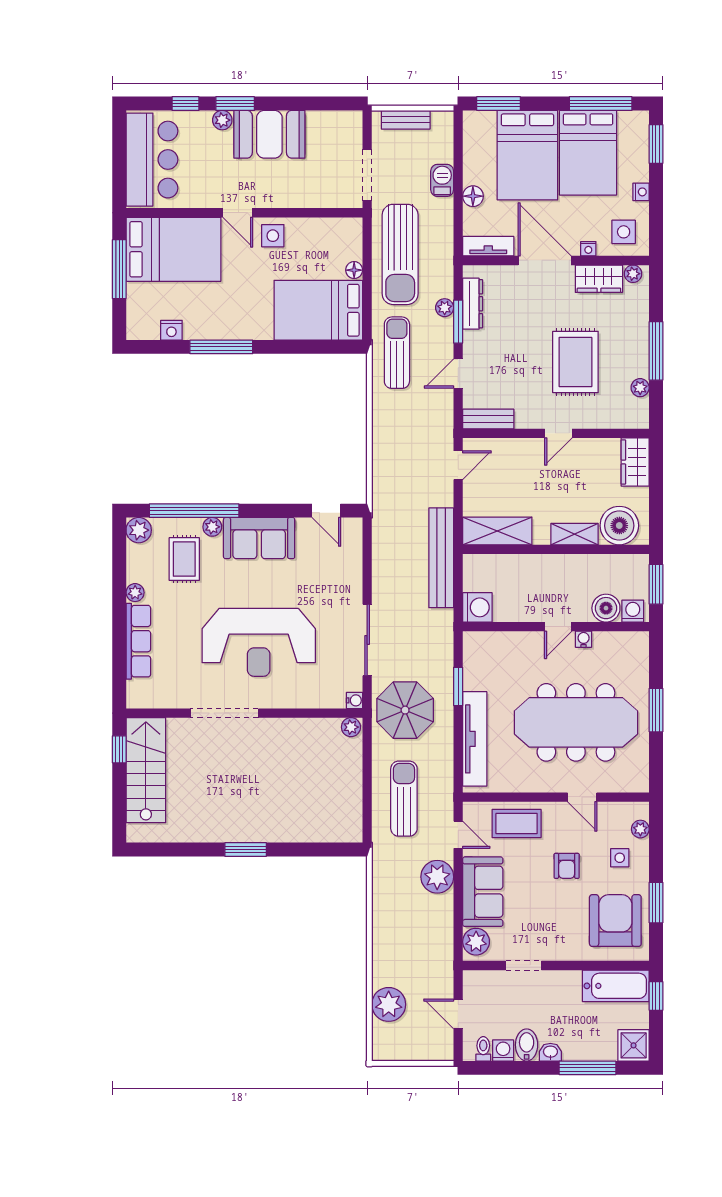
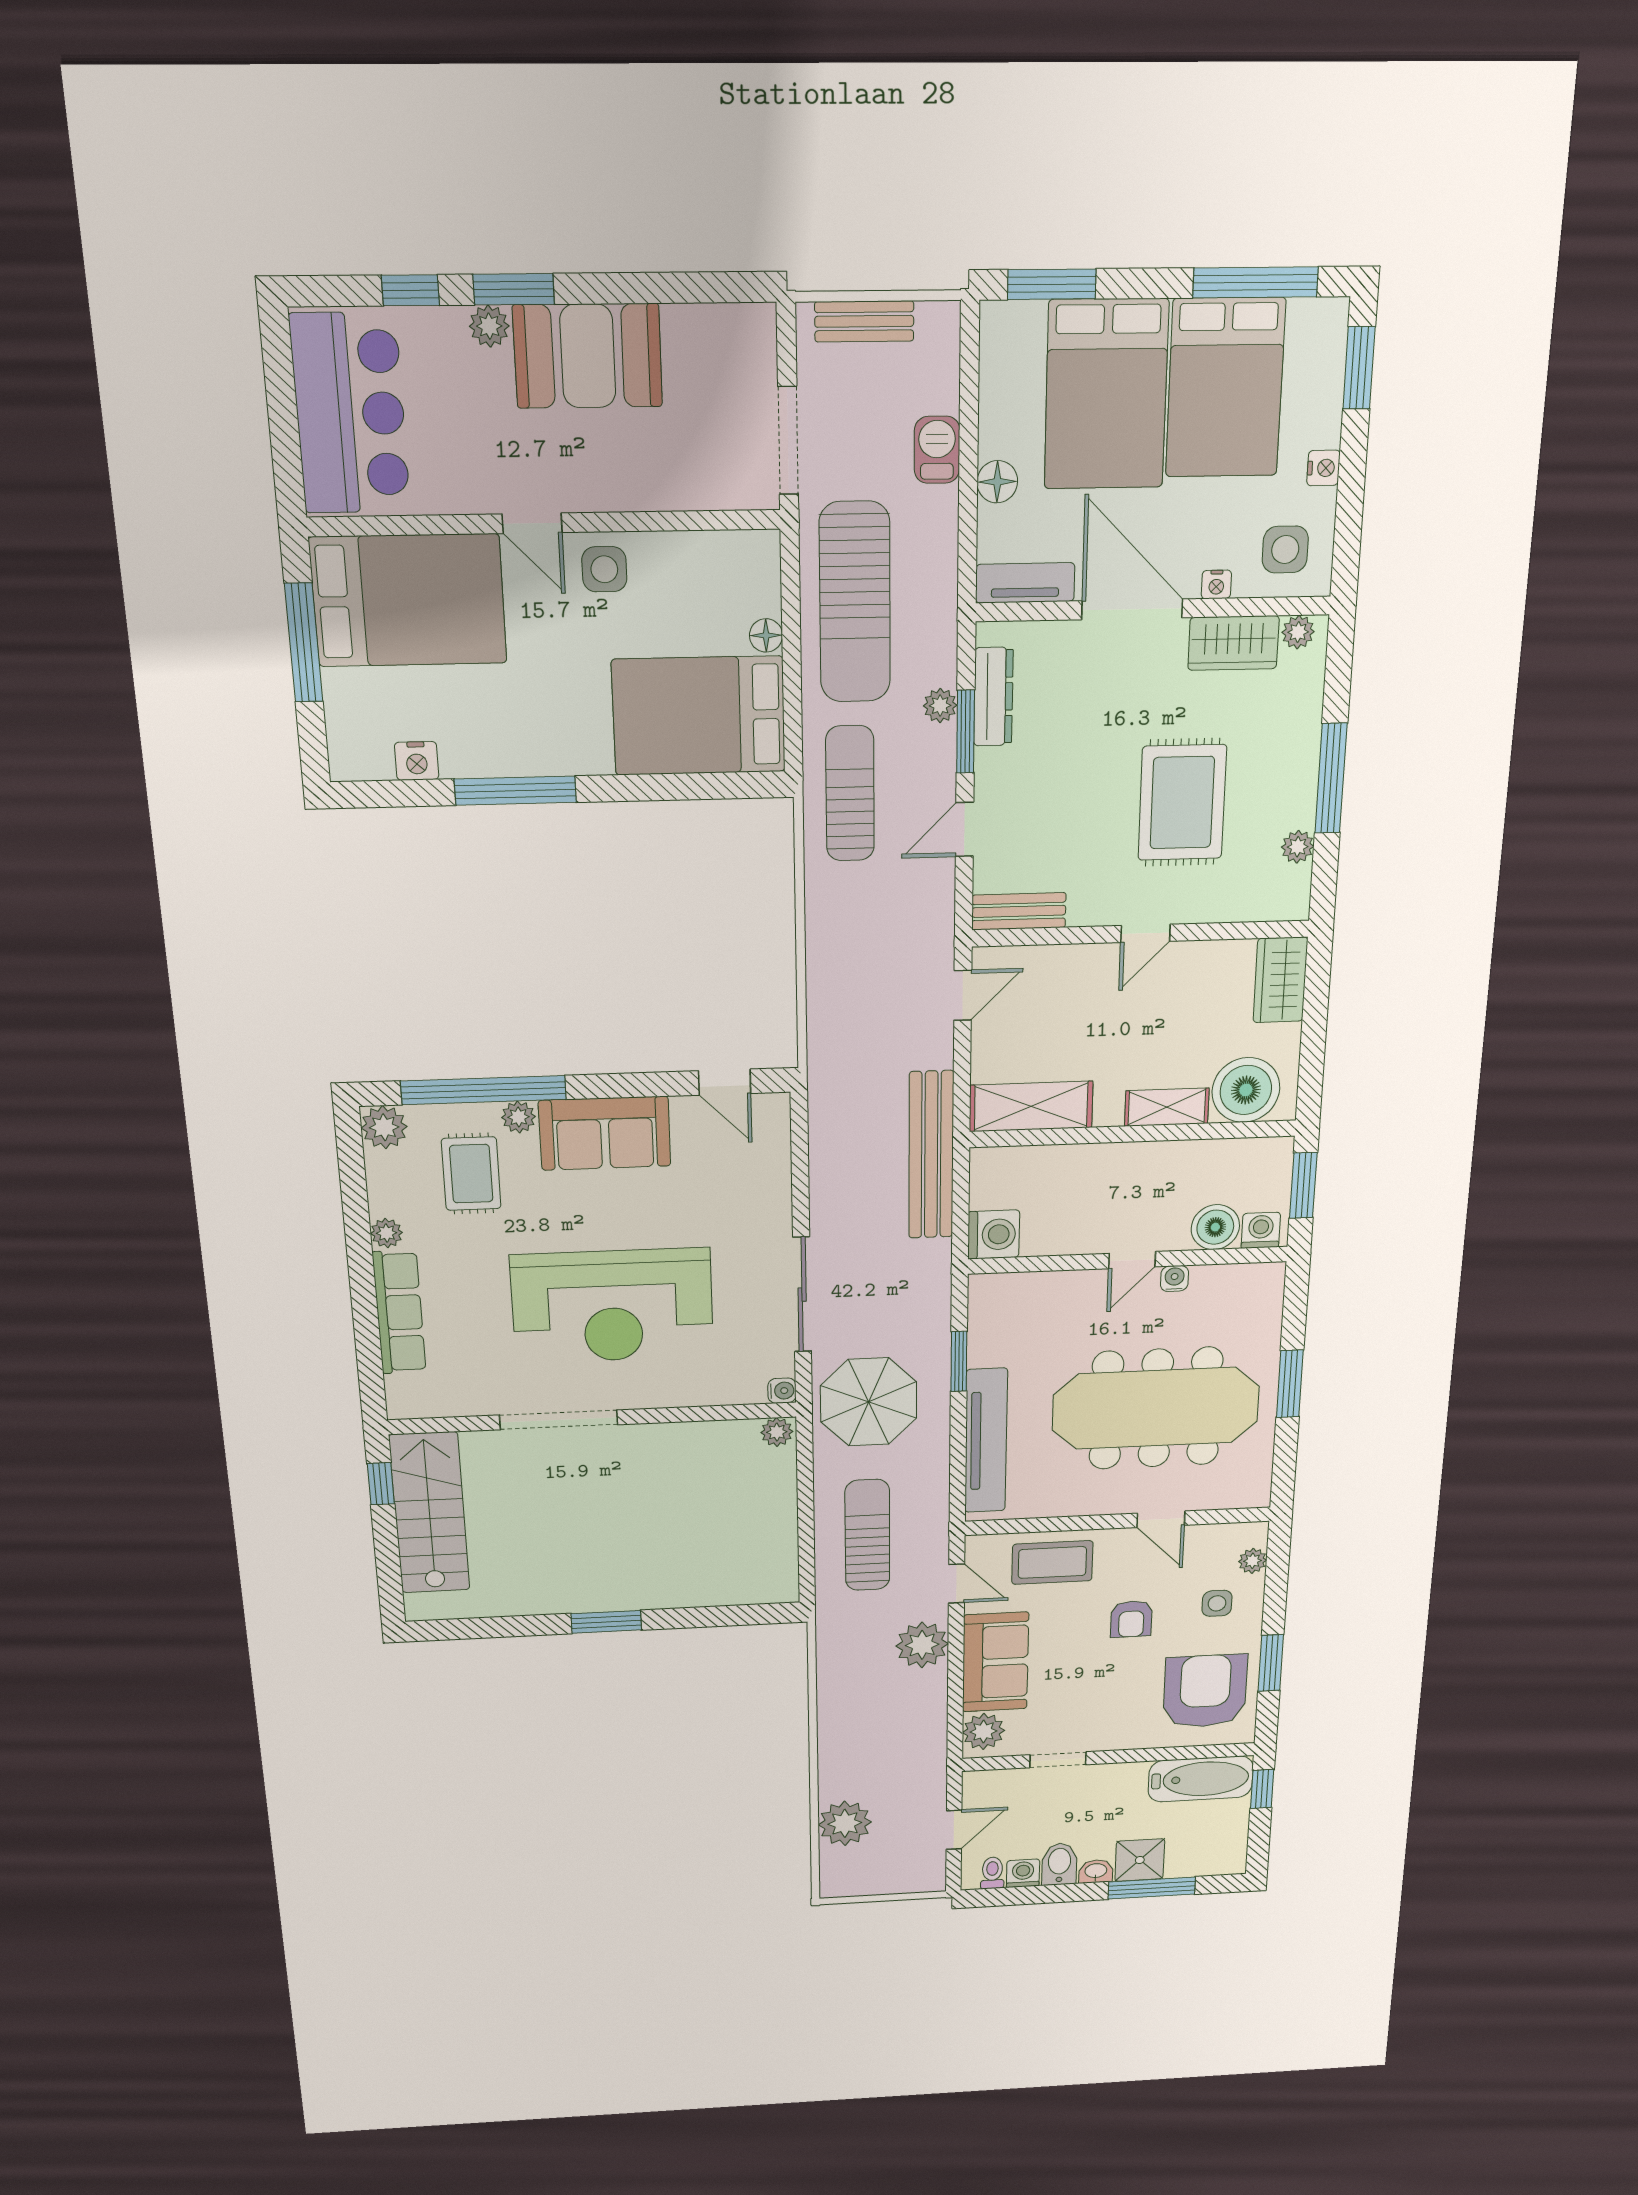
door: (458, 1014) -> (954, 1830), swing flipped
shower: (634, 1045) -> (1140, 1860), moved

